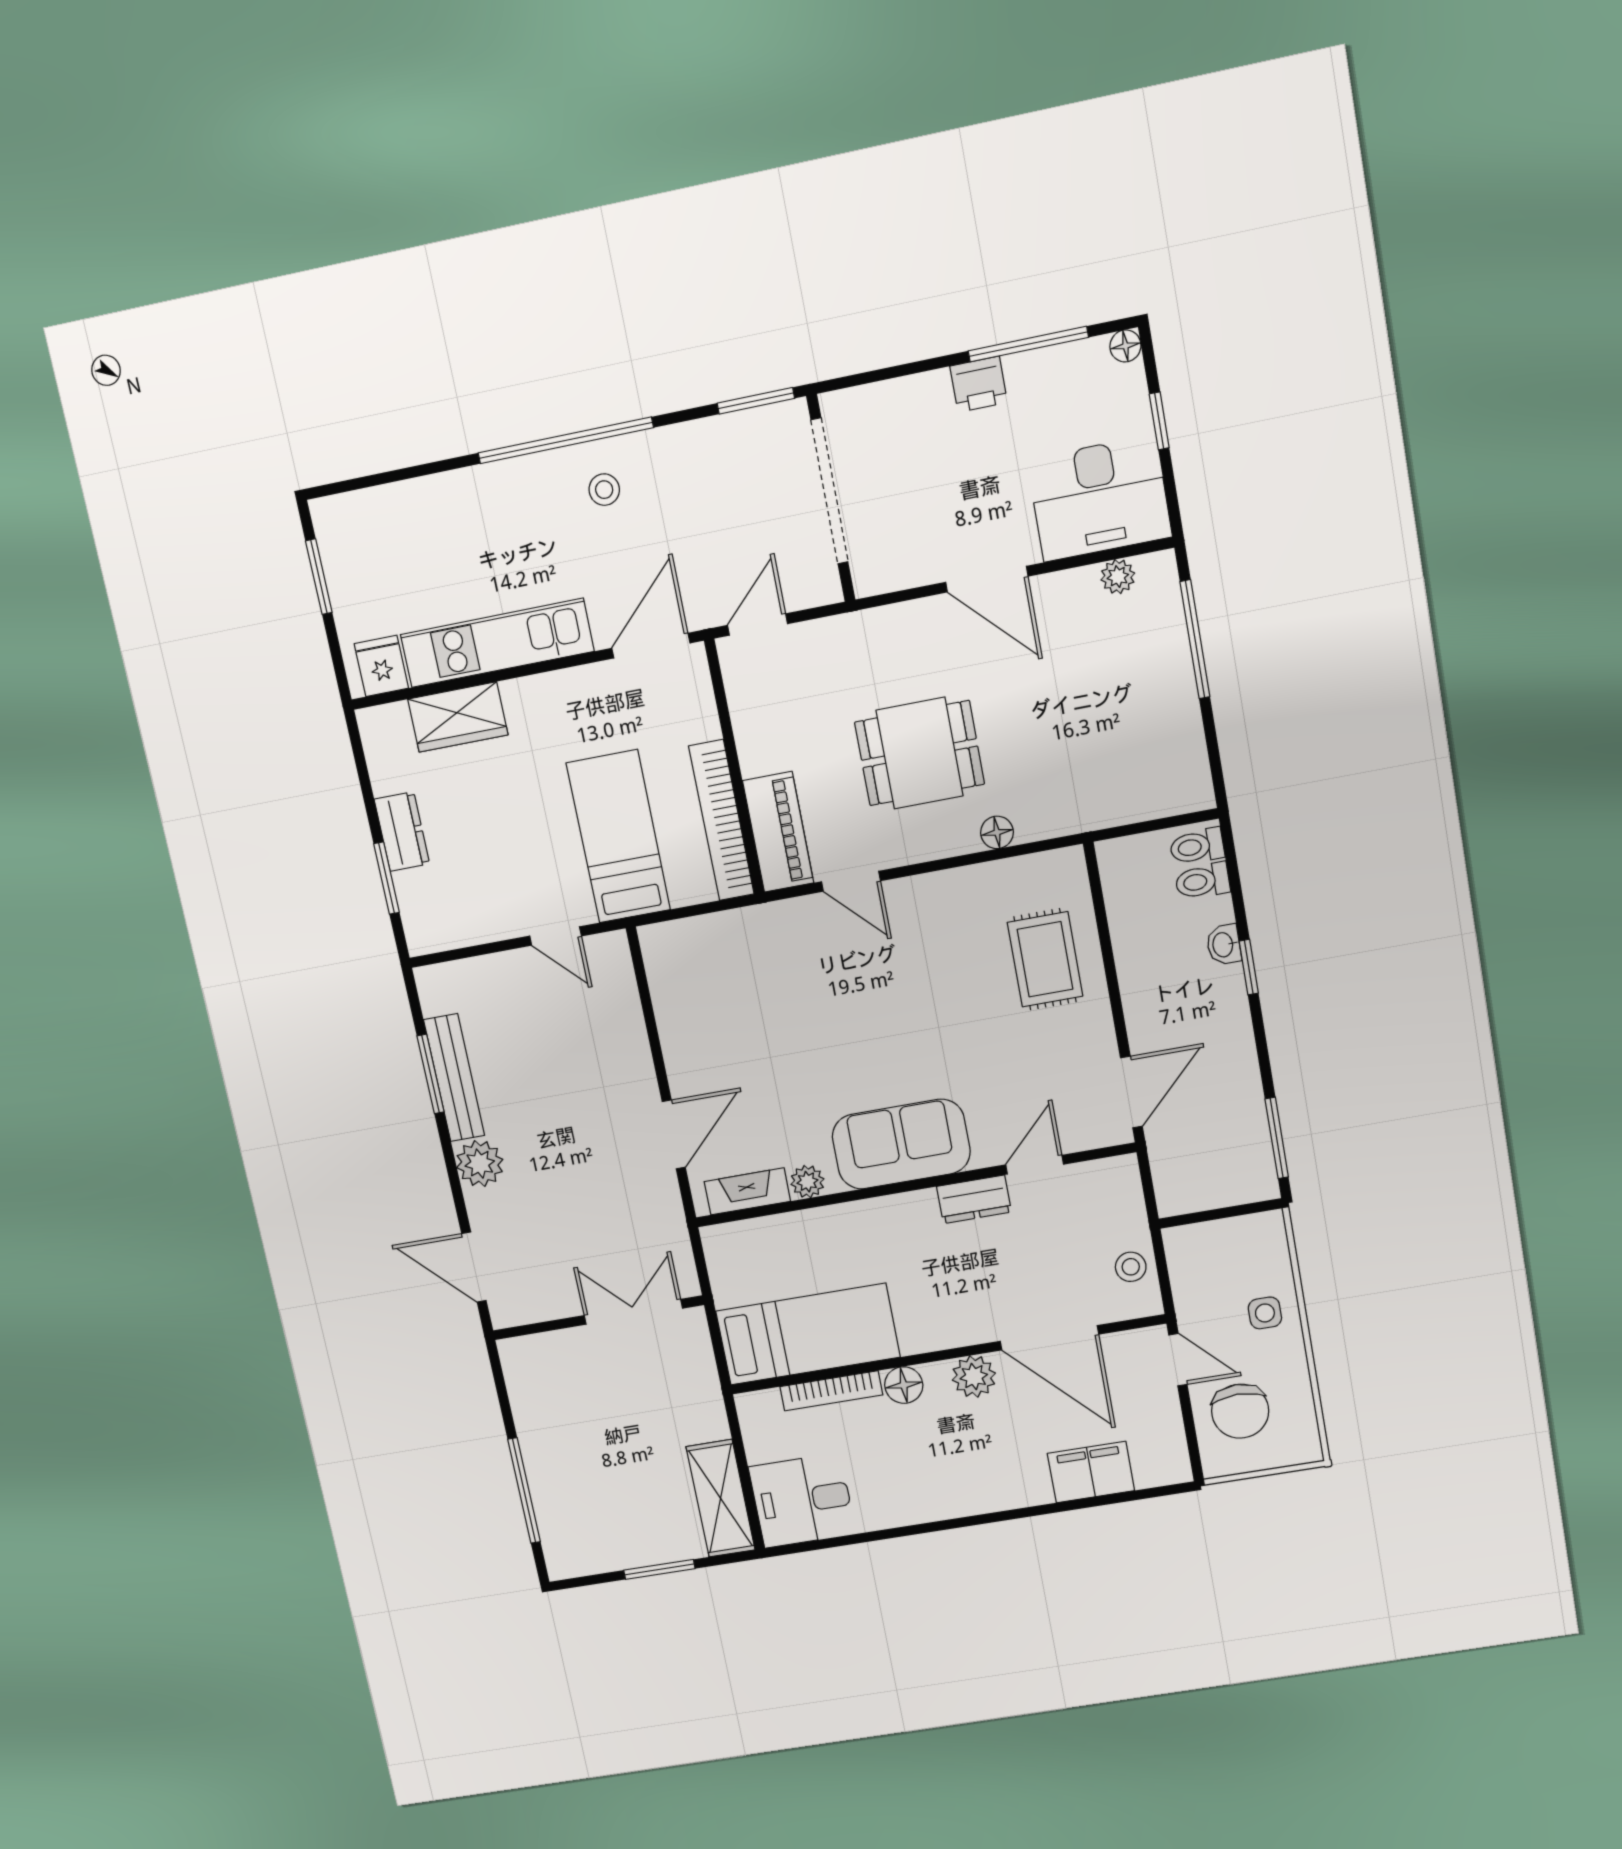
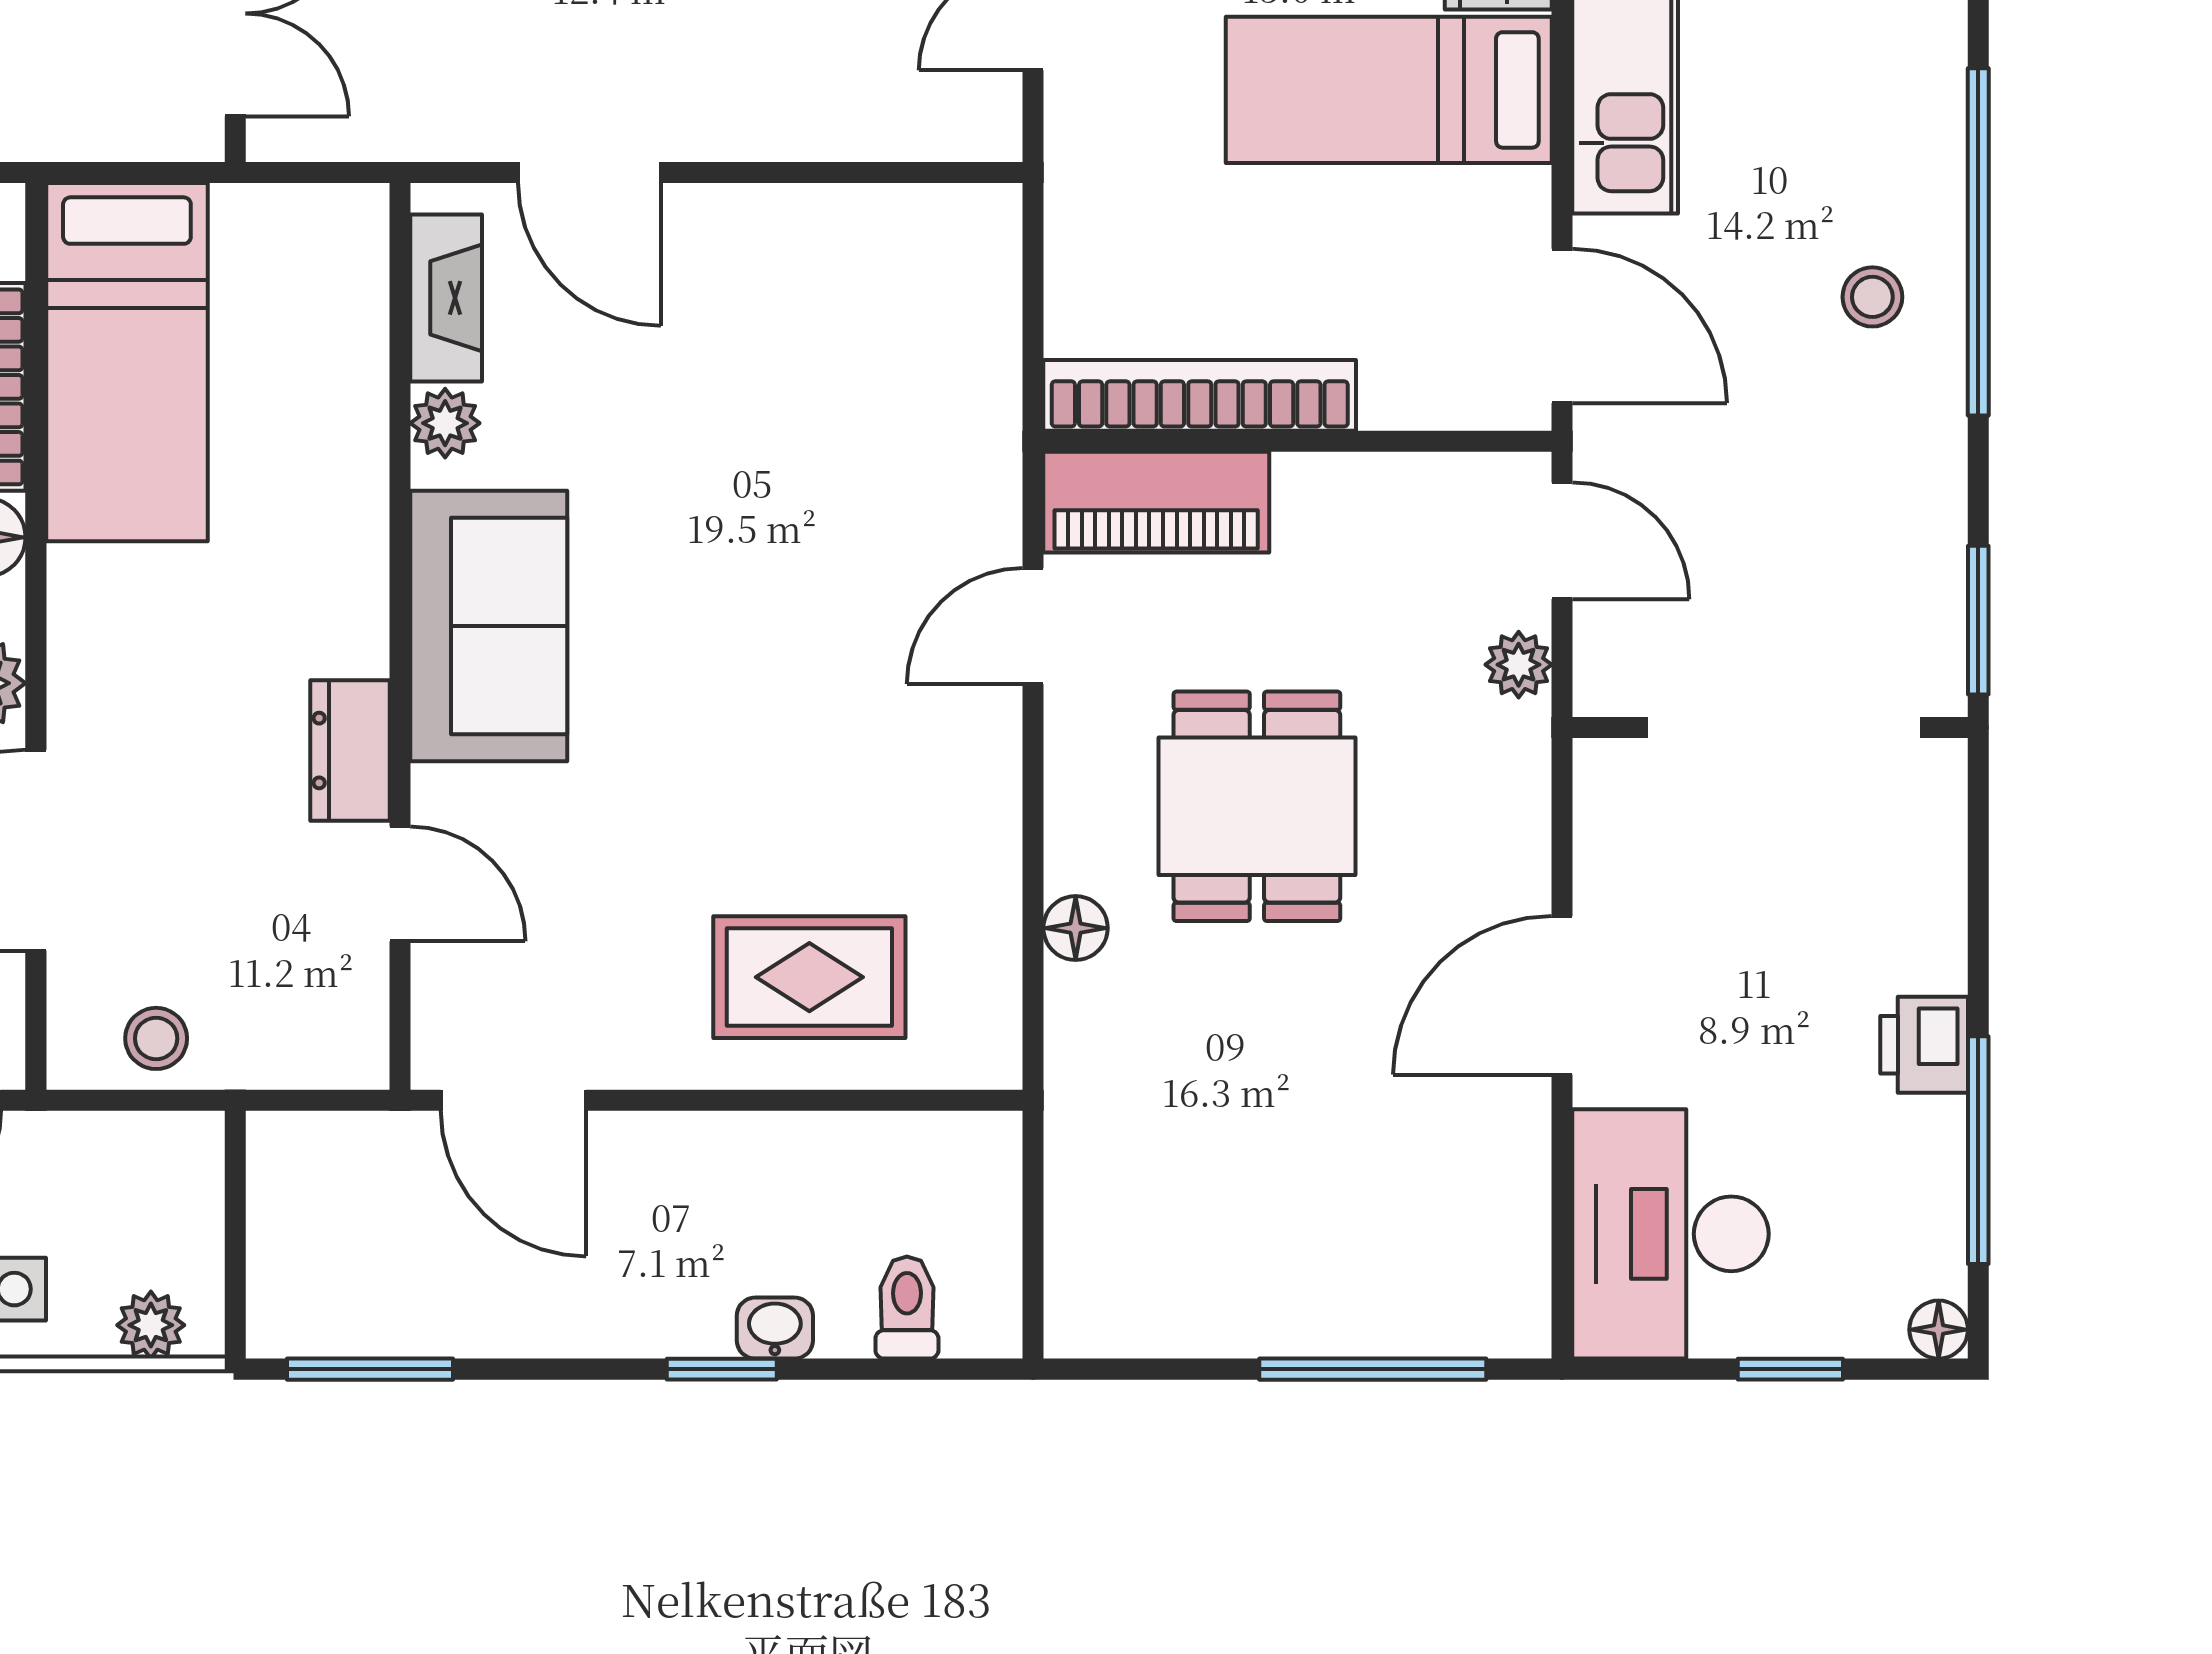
plant: (1118, 577) -> (1519, 665), moved
bed: (618, 836) -> (1389, 90), moved, turned 180
toilet: (1197, 846) -> (976, 1308), removed
plant: (1272, 1246) -> (151, 1325), added

